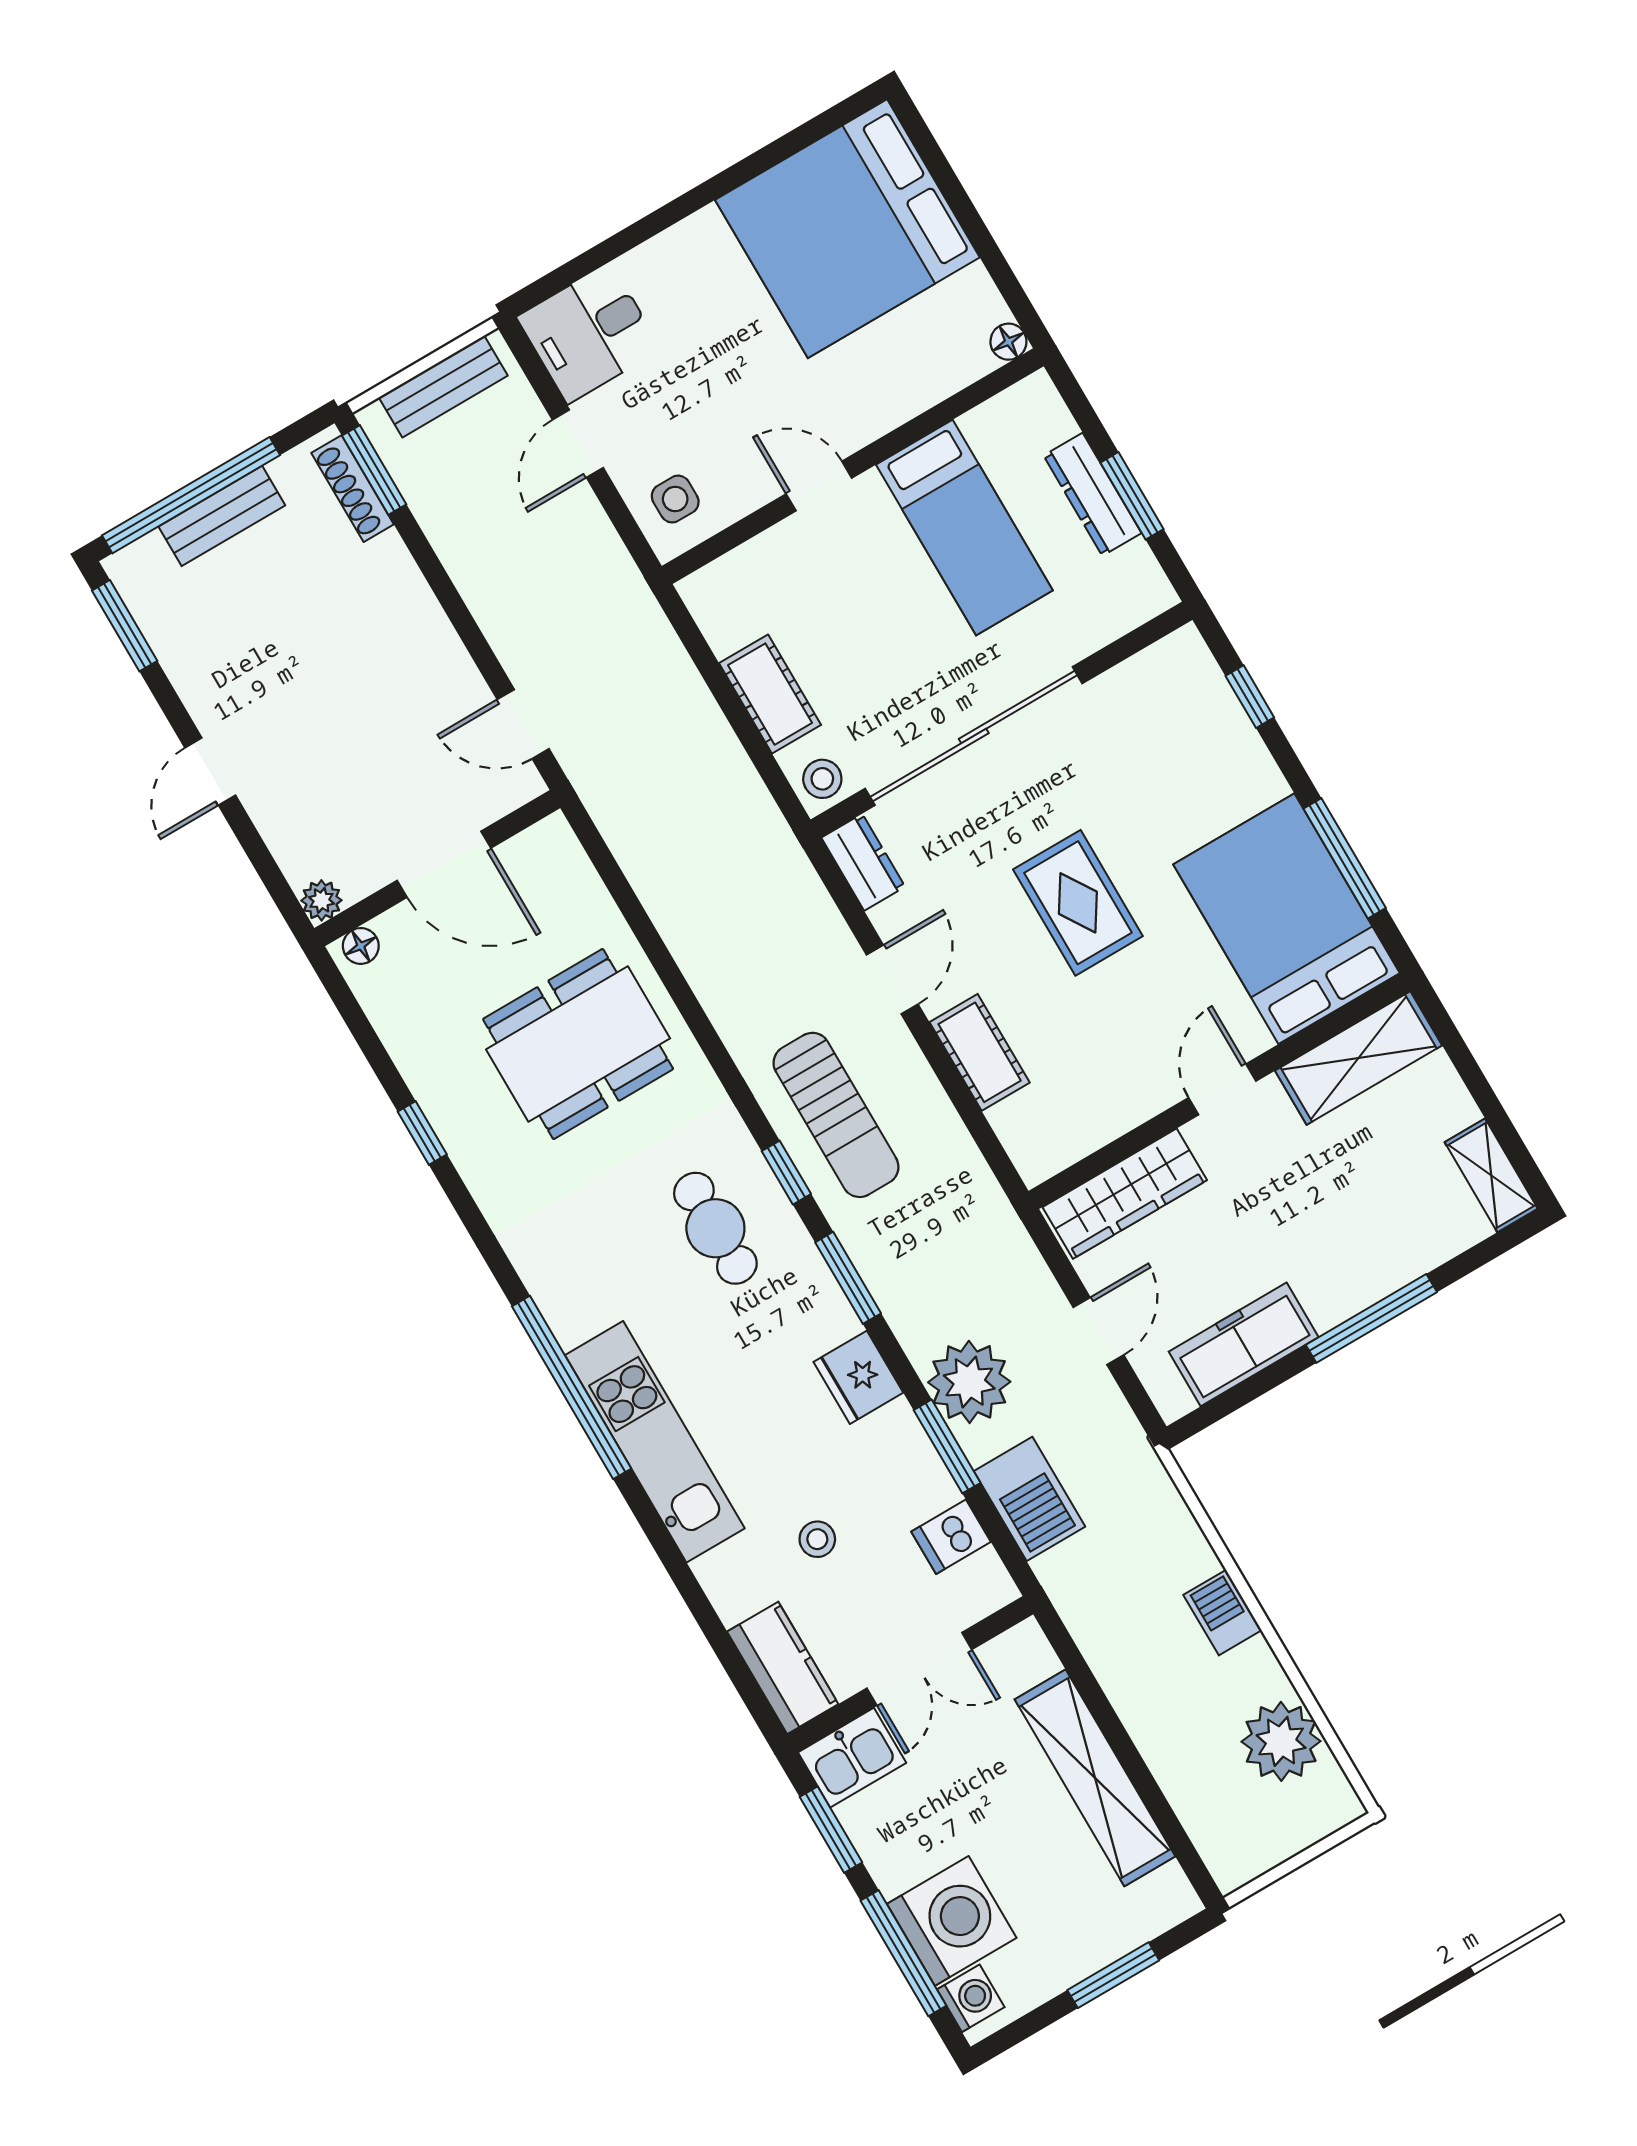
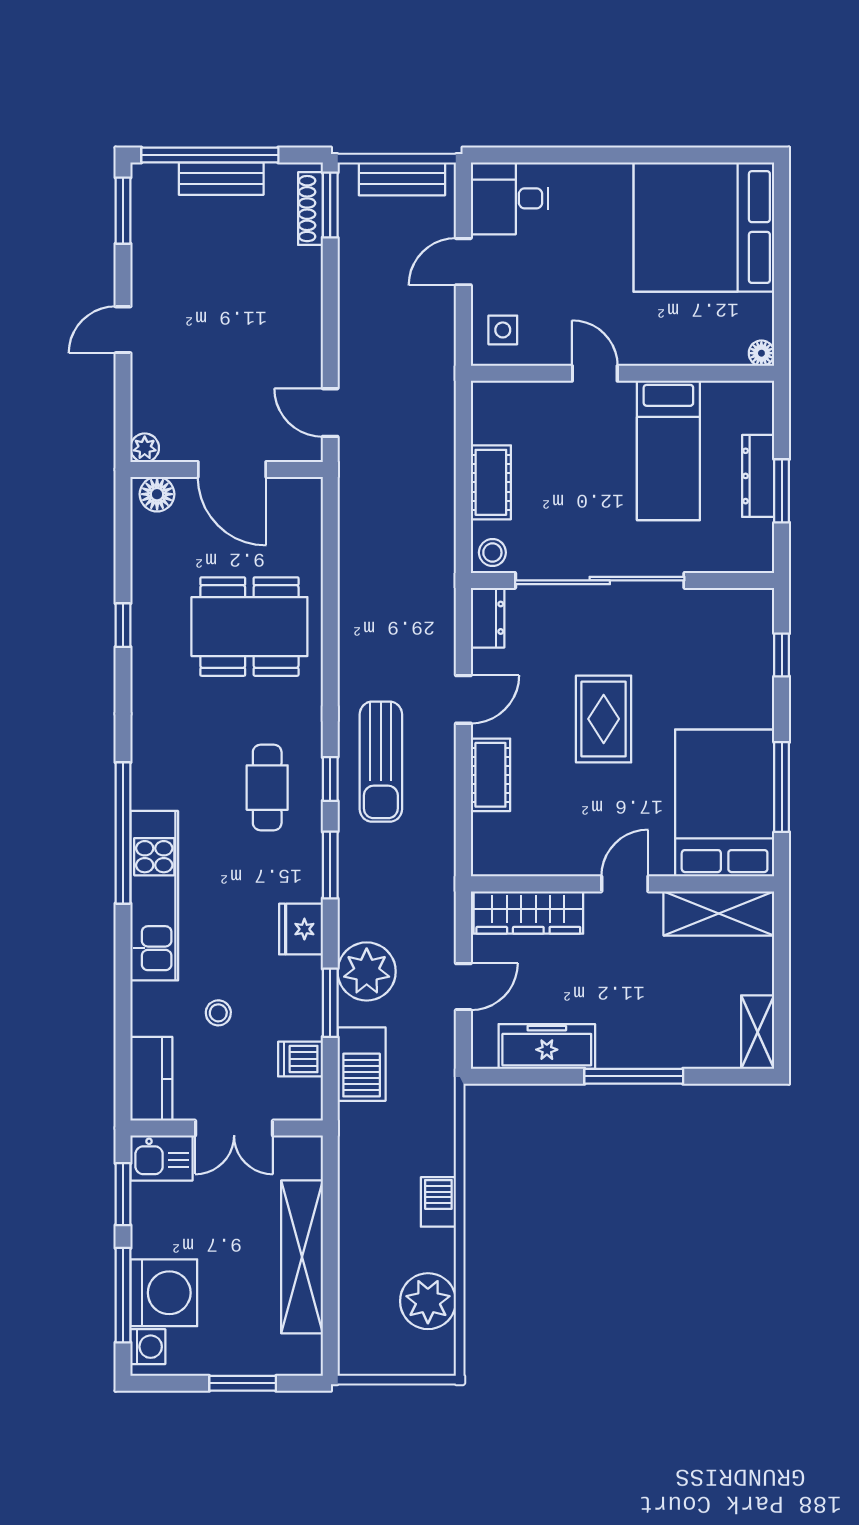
floor lamp: (361, 946) -> (157, 494), width x1.37, depth x1.37

